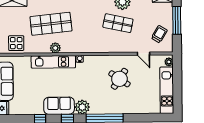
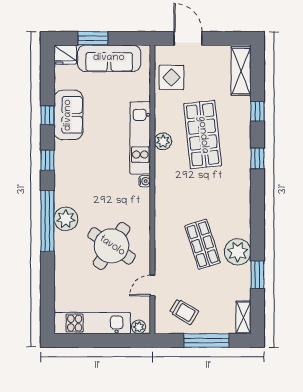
shop shelf: (118, 23) -> (203, 244), turned -30
round table: (119, 79) -> (112, 246), width x1.36, depth x1.36
sofa: (59, 106) -> (68, 115), moved
plant: (82, 107) -> (66, 219), moved

